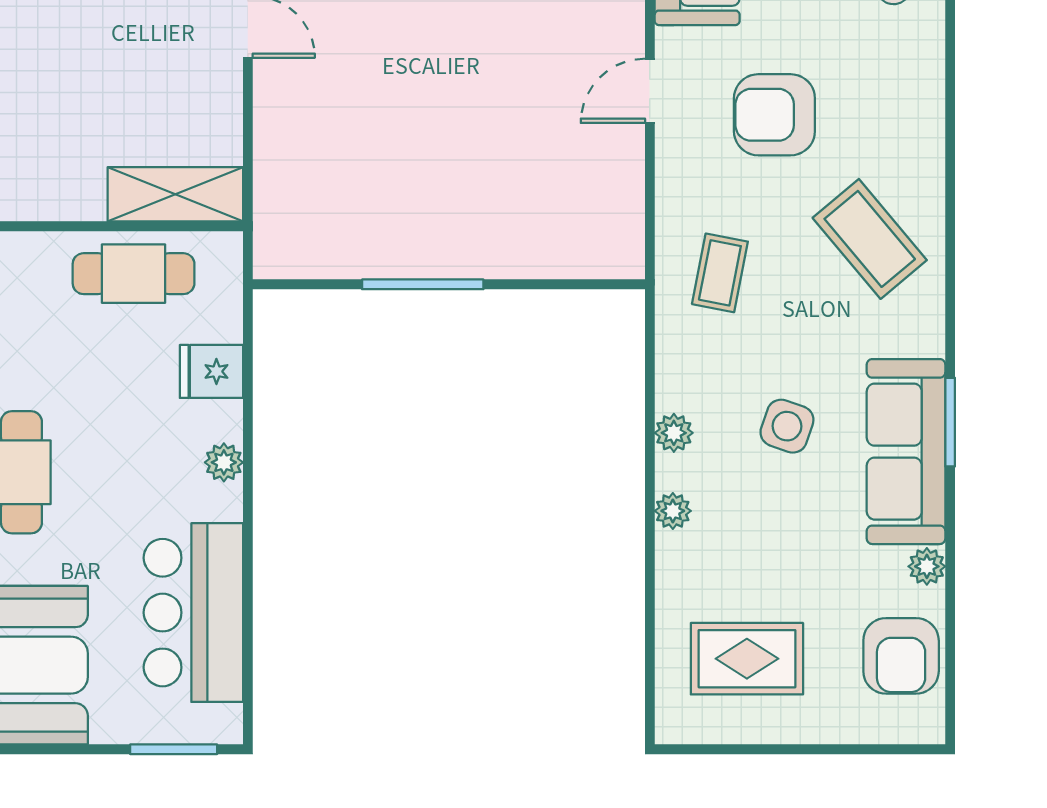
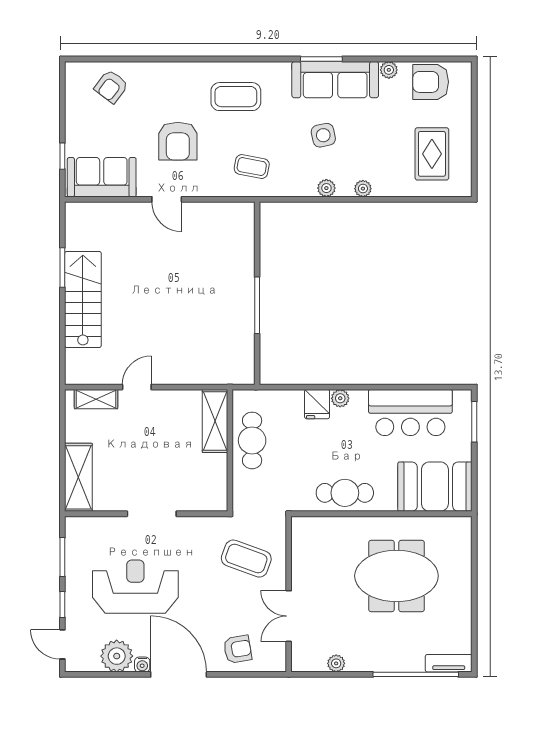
coffee table: (870, 239) -> (236, 97), turned 40
fridge: (211, 371) -> (317, 404), moved
side table: (787, 426) -> (323, 135), turned -31
armchair: (901, 656) -> (431, 82), turned 180

